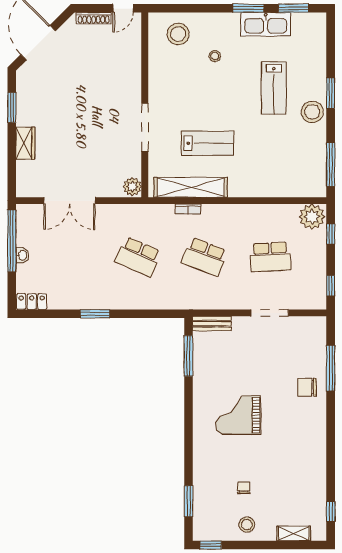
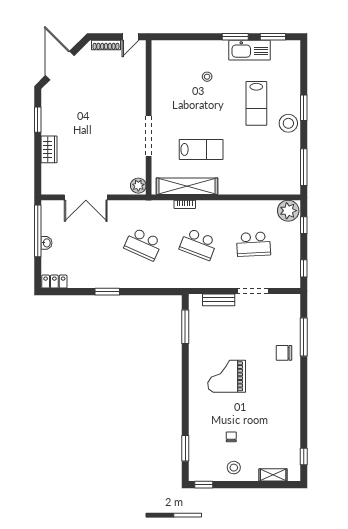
stool: (178, 34) -> (177, 58), removed
bench: (212, 324) -> (219, 300), moved

